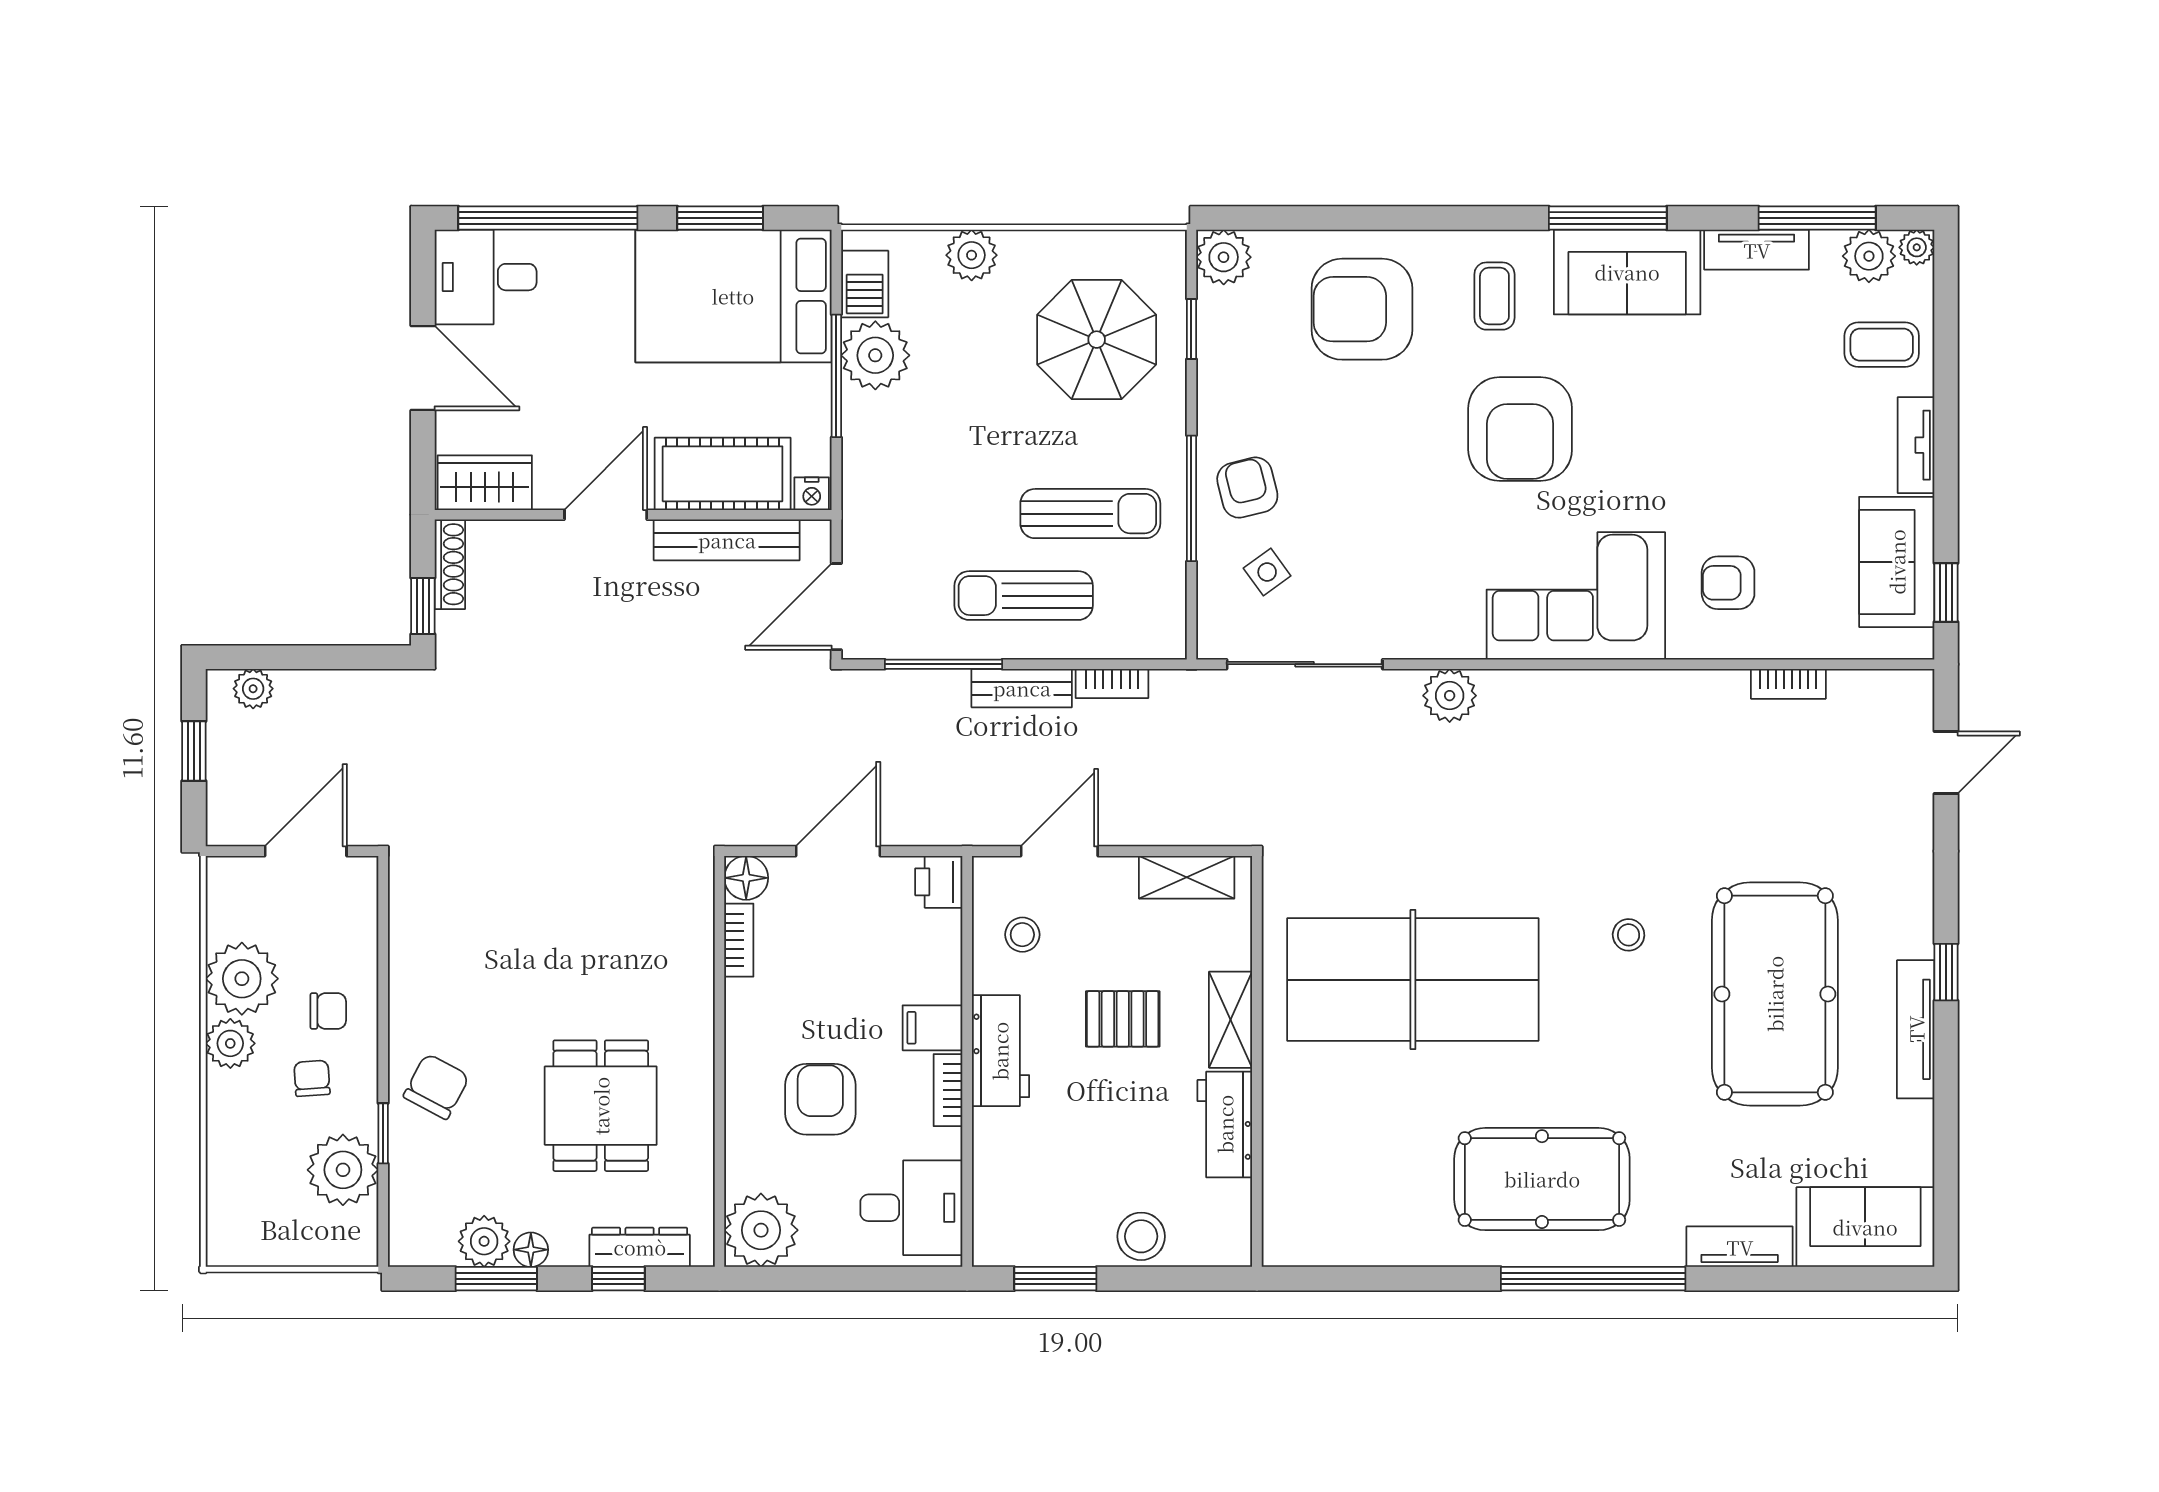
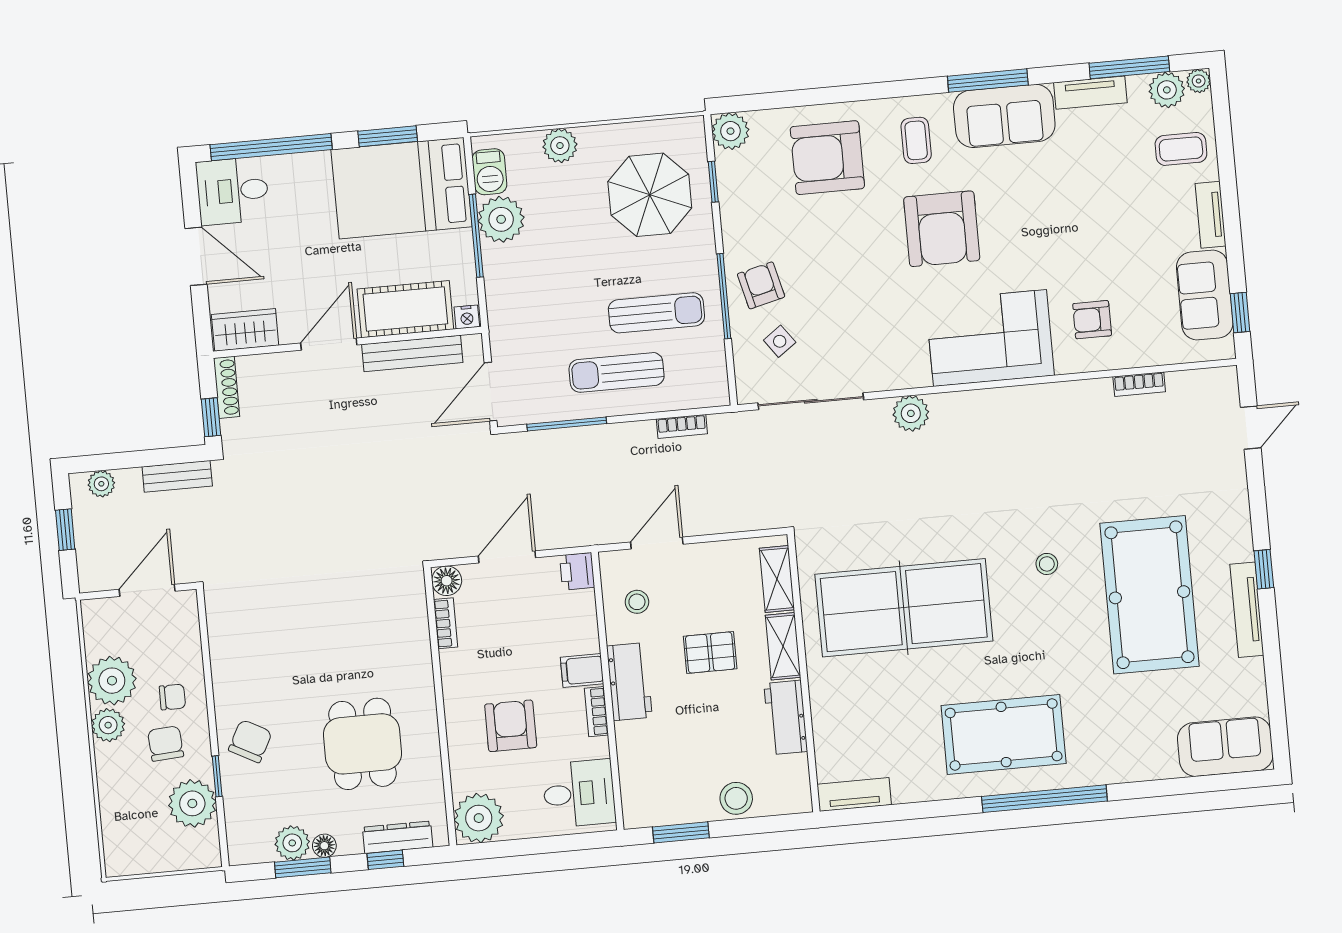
bench: (1022, 688) -> (177, 476), moved
shelving: (1187, 877) -> (777, 579), moved, turned 90
chair: (312, 1078) -> (166, 744), width x1.37, depth x1.37
tv unit: (1740, 1247) -> (854, 794), moved

